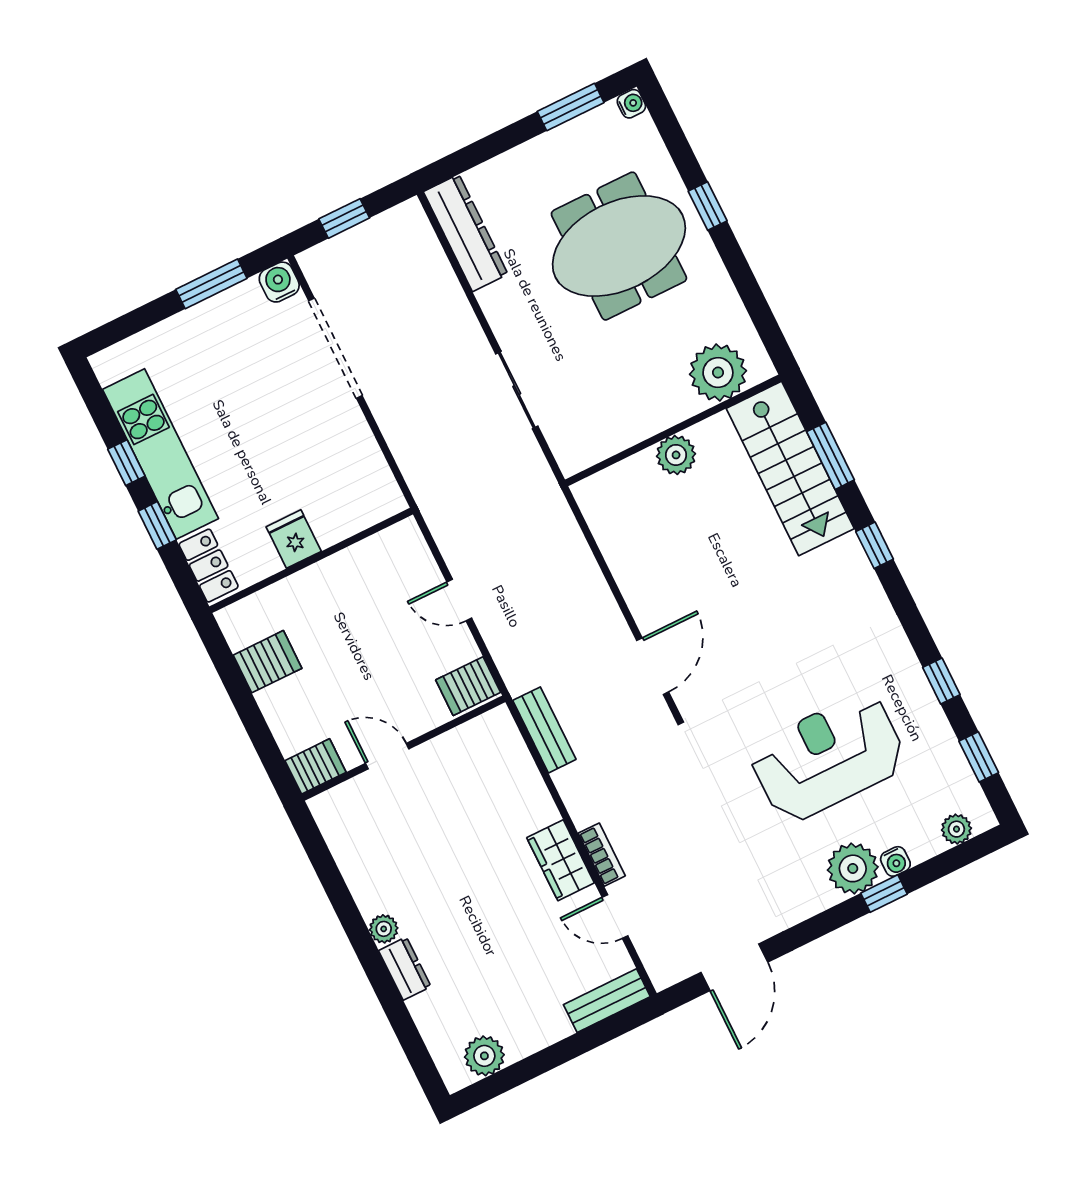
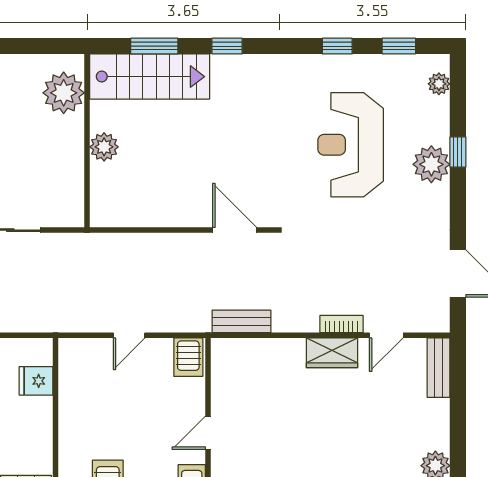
fridge: (294, 539) -> (36, 381), moved
water cooler: (895, 861) -> (440, 134), removed

